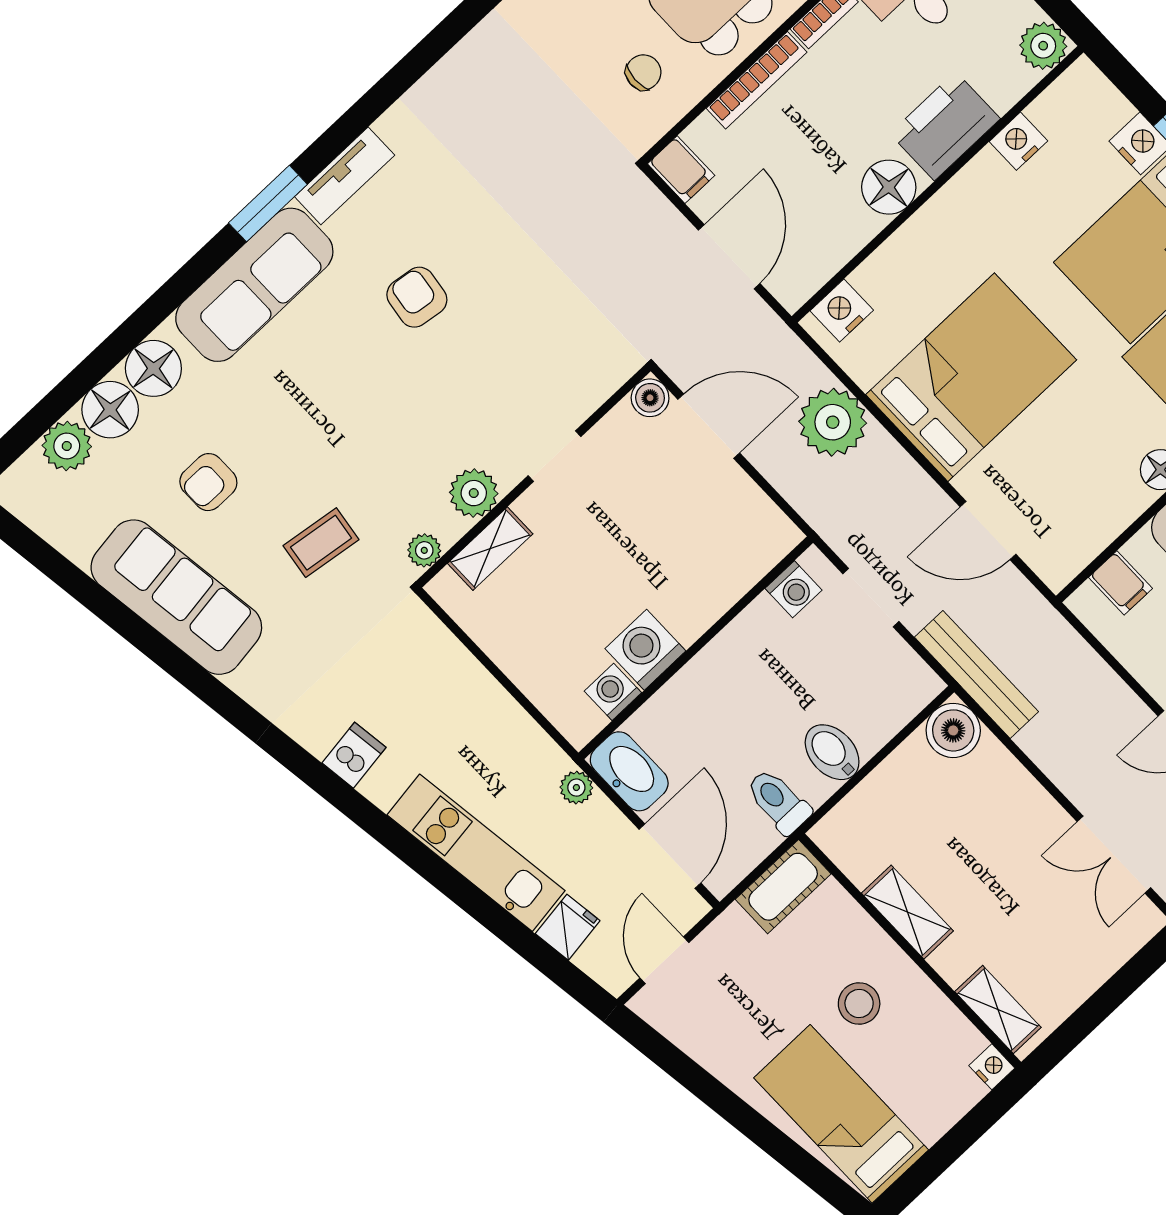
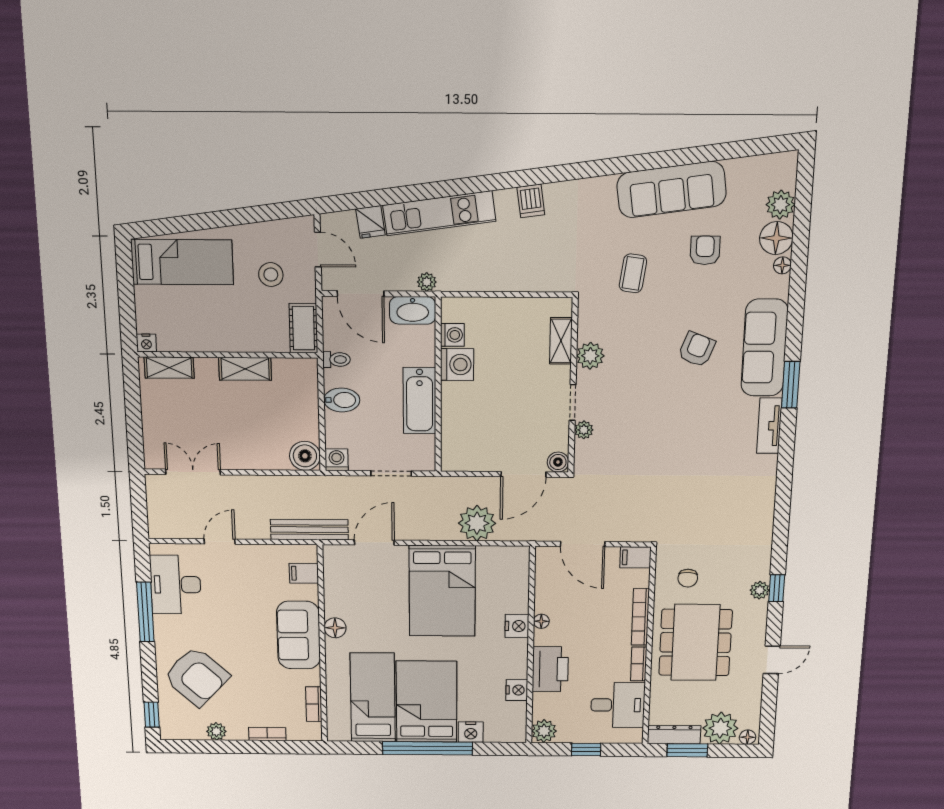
floor lamp: (889, 187) -> (541, 621), width x0.53, depth x0.53
armchair: (417, 297) -> (697, 349), moved, turned -77
nightstand: (842, 311) -> (517, 626), moved
floor lamp: (153, 368) -> (782, 265), width x0.53, depth x0.53
plant: (424, 550) -> (584, 430), moved
washing machine: (793, 589) -> (337, 460), moved, turned 90
bathtub: (738, 653) -> (420, 401), added
bench: (976, 674) -> (309, 530), moved
toilet: (778, 801) -> (336, 359), width x0.73, depth x0.72
stool: (859, 1003) -> (271, 275), moved

